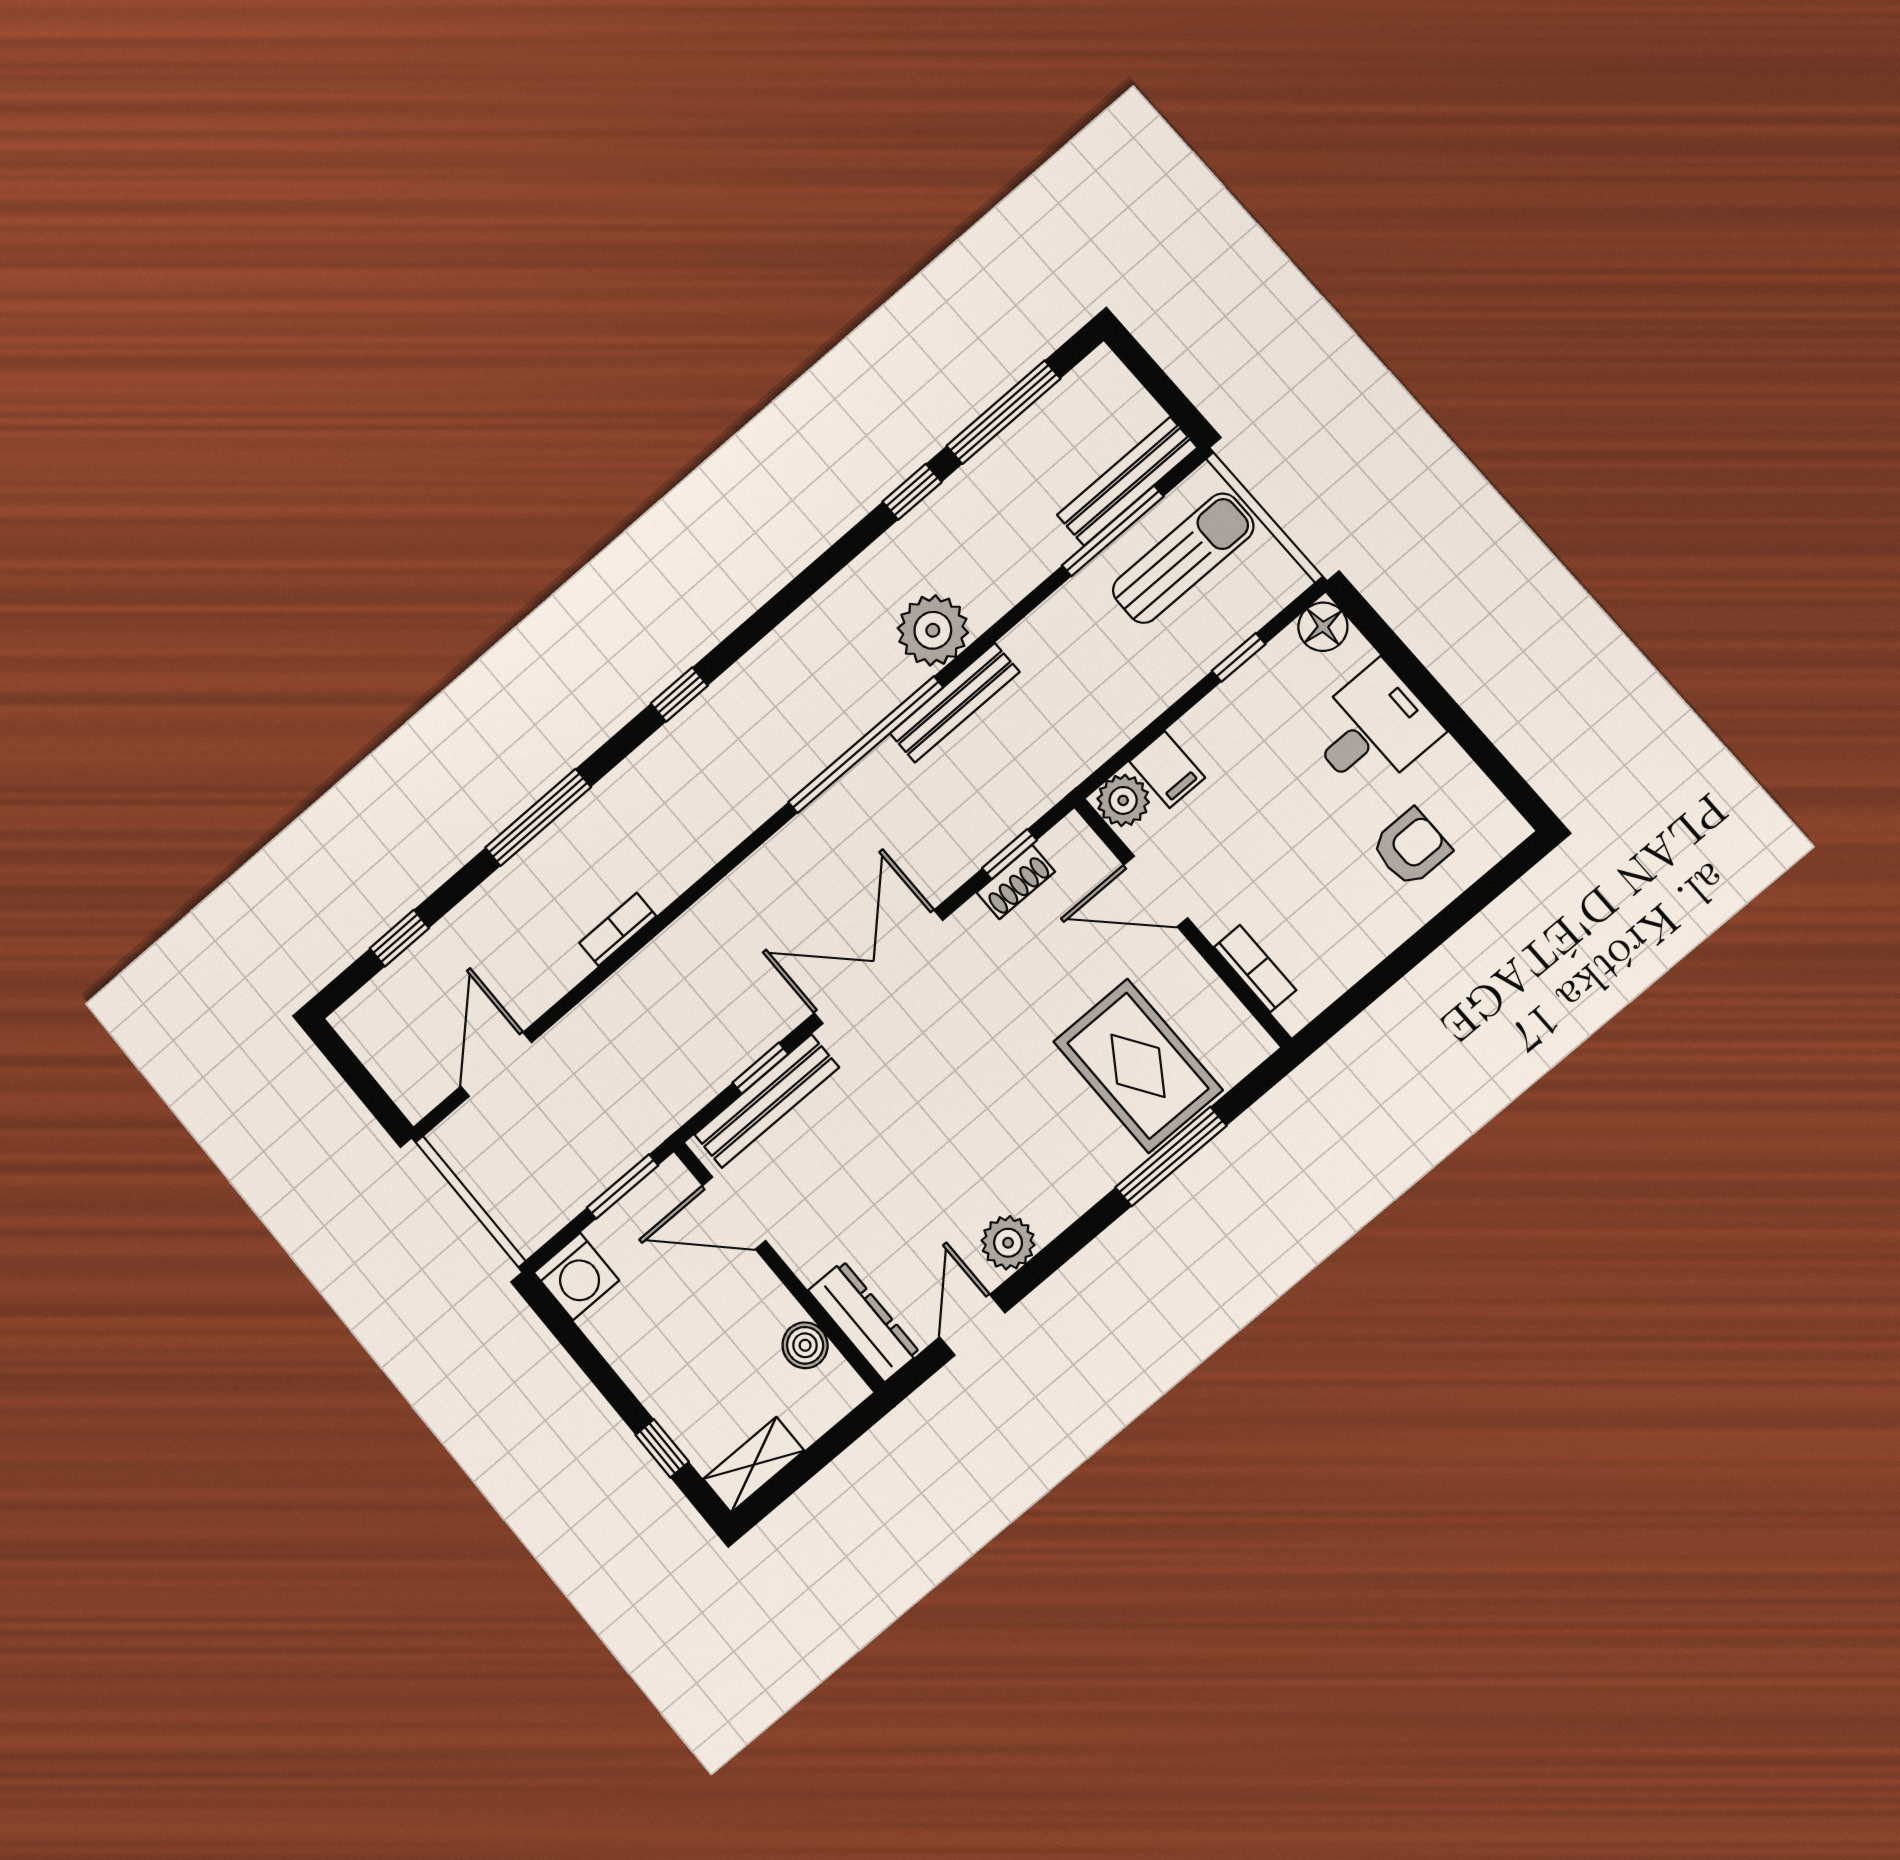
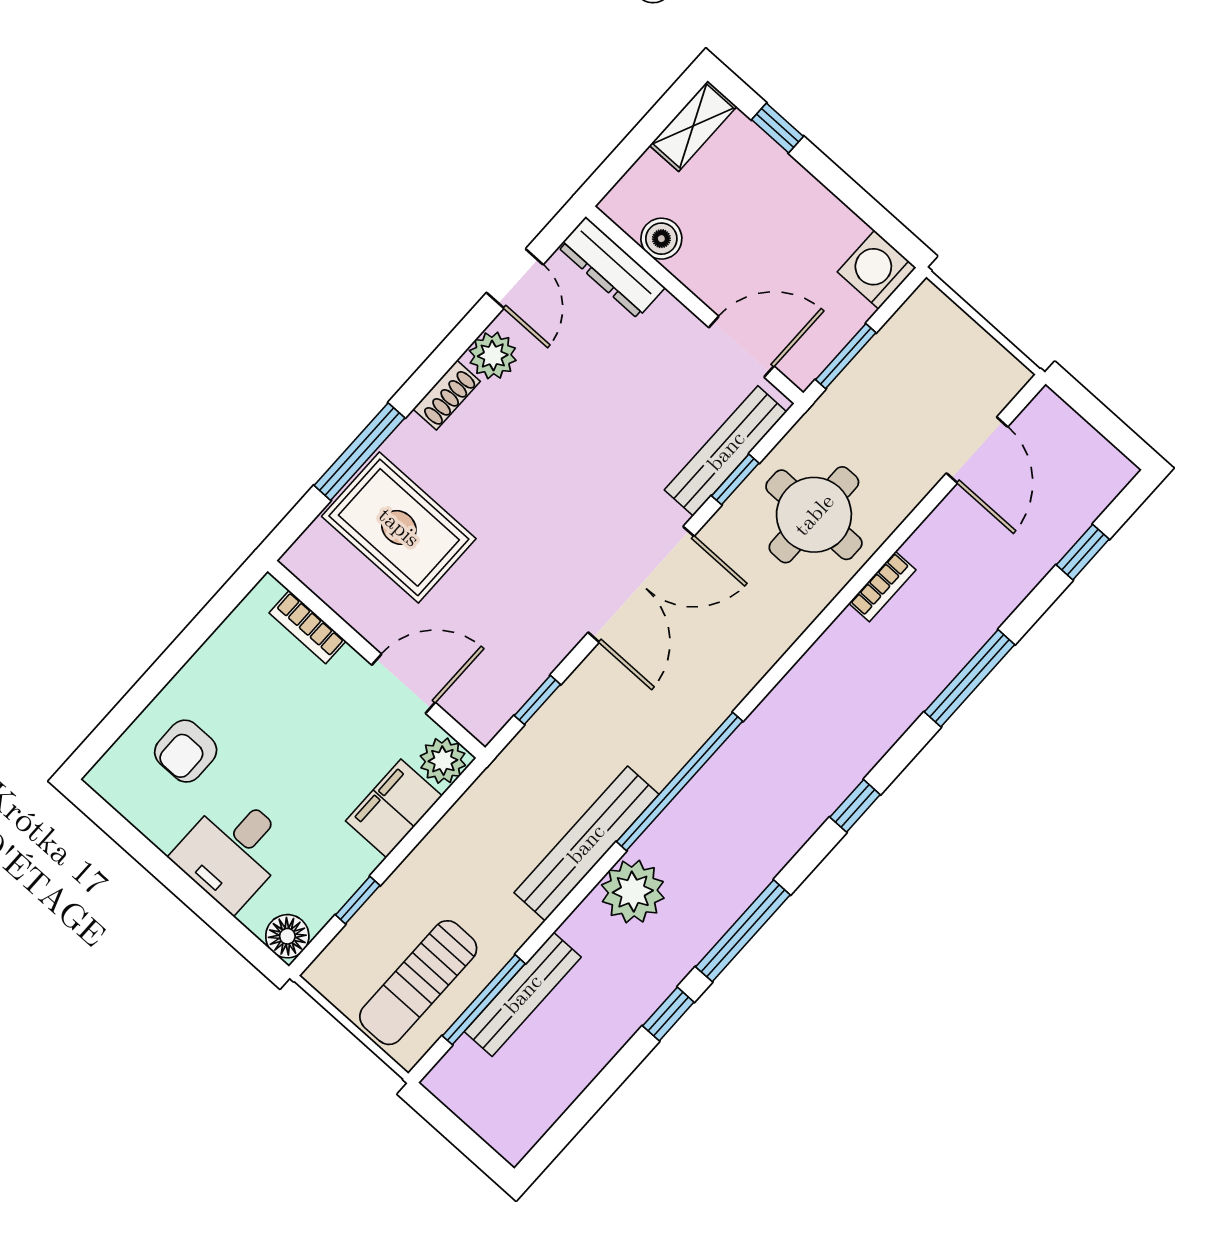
window: (1003, 412) -> (743, 931), moved
bench: (1127, 481) -> (523, 994), moved
bench: (955, 703) -> (586, 844), width x1.37, depth x1.21
filing cabinet: (1167, 770) -> (394, 808), width x2.00
shoe rack: (1016, 882) -> (447, 395), moved, turned 180
round table: (680, 1018) -> (814, 515), added

